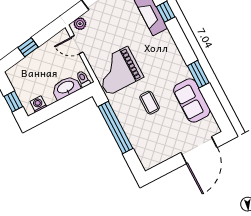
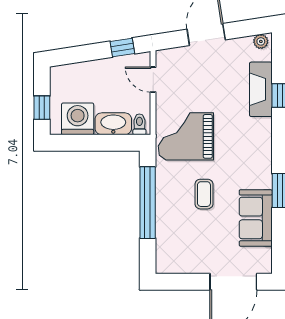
plant: (80, 24) -> (170, 56), removed
window: (28, 47) -> (122, 48), moved
washing machine: (38, 104) -> (78, 119), width x1.89, depth x1.89

